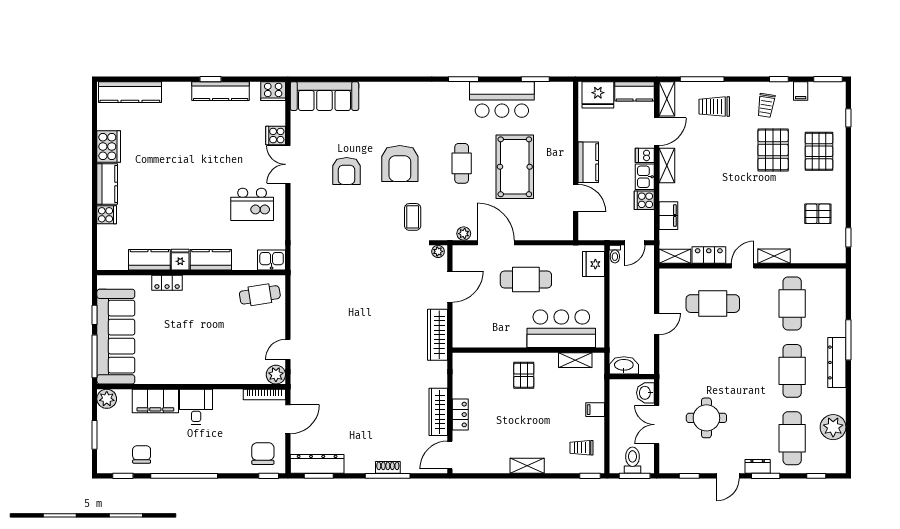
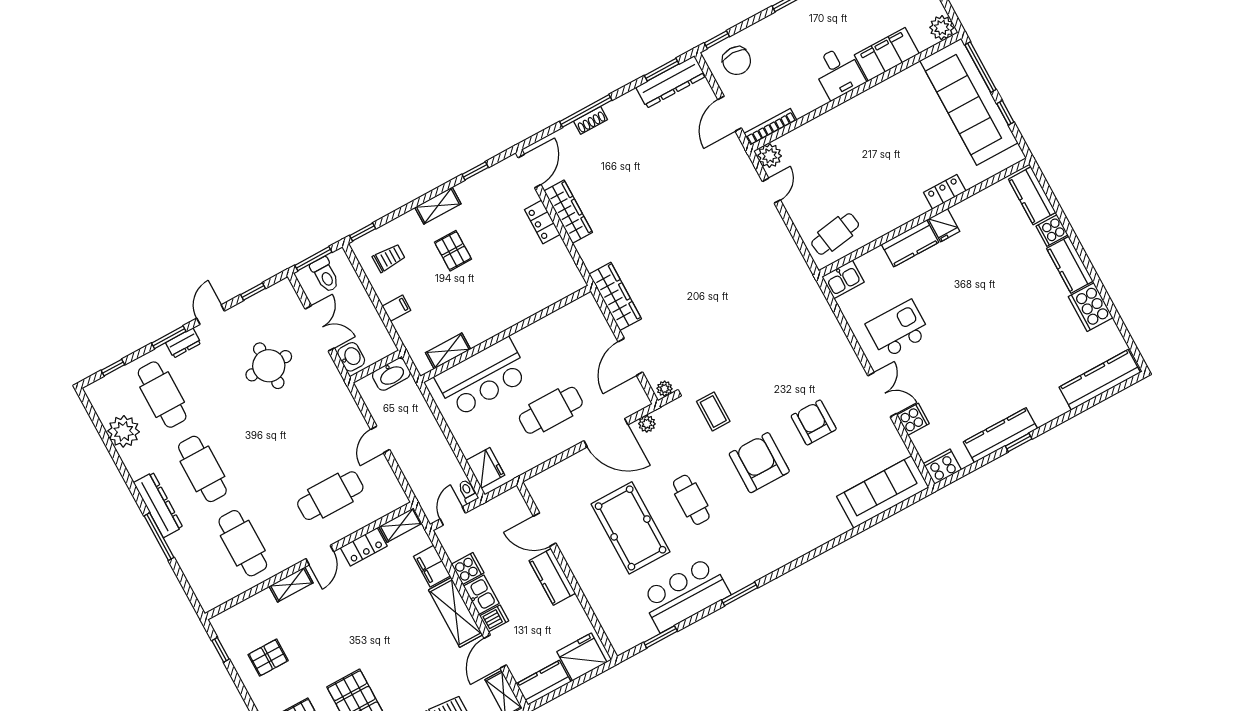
shelving: (667, 165) -> (456, 612), width x1.50, depth x1.33
kitchen counter: (149, 260) -> (1032, 196), moved, turned 90
pallet: (524, 375) -> (453, 251), moved
window: (488, 476) -> (475, 171), added

